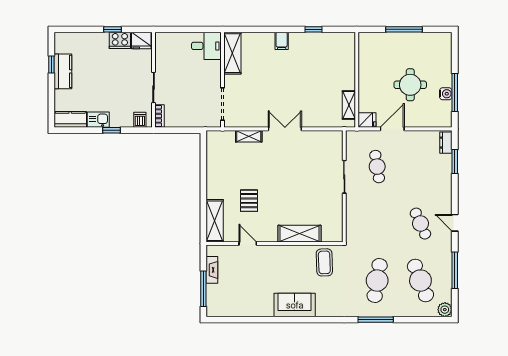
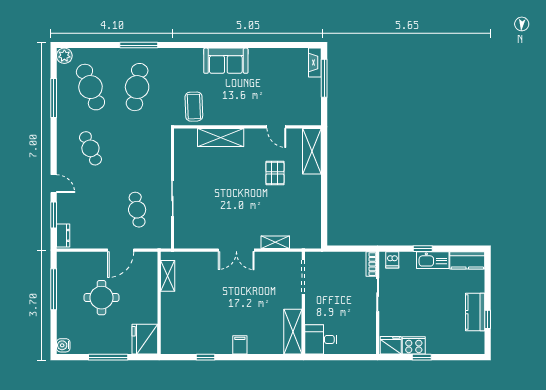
water cooler: (446, 94) -> (63, 345), moved
kitchen sink: (98, 120) -> (433, 260), width x1.38
fridge: (367, 120) -> (145, 339), moved, width x1.88, depth x1.34
door: (455, 223) -> (54, 184), moved
fireplace: (212, 270) -> (315, 63), moved

